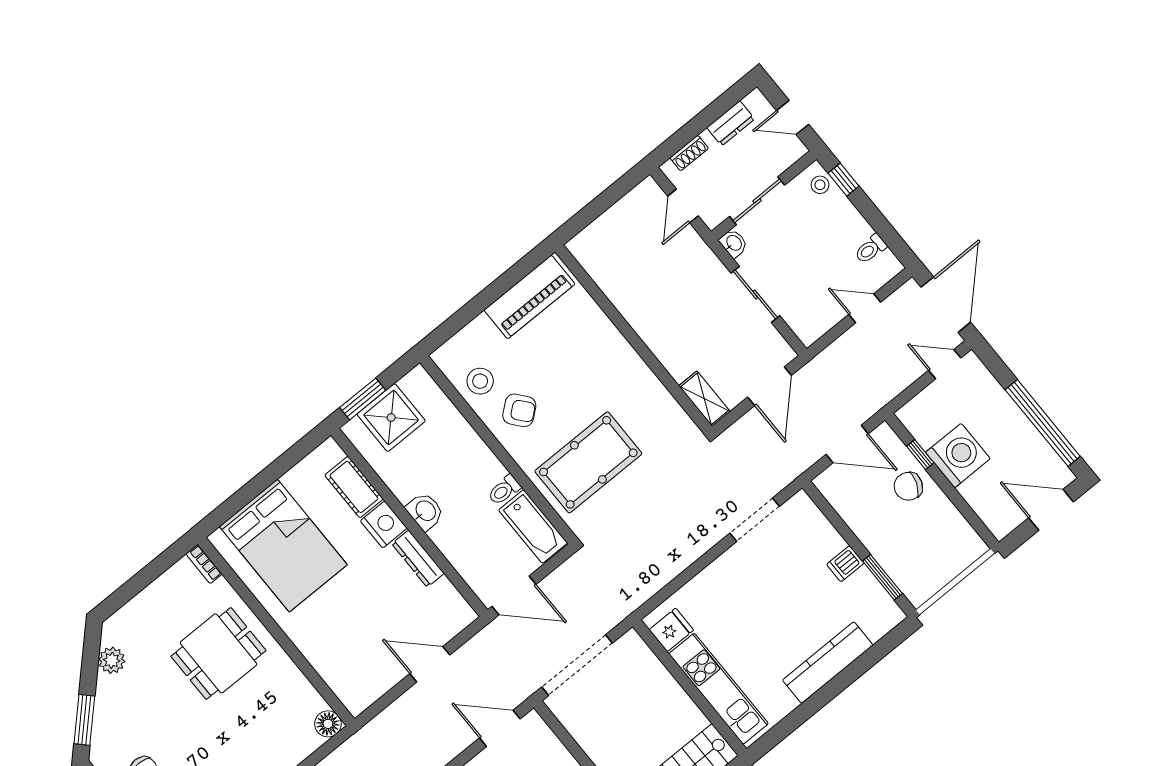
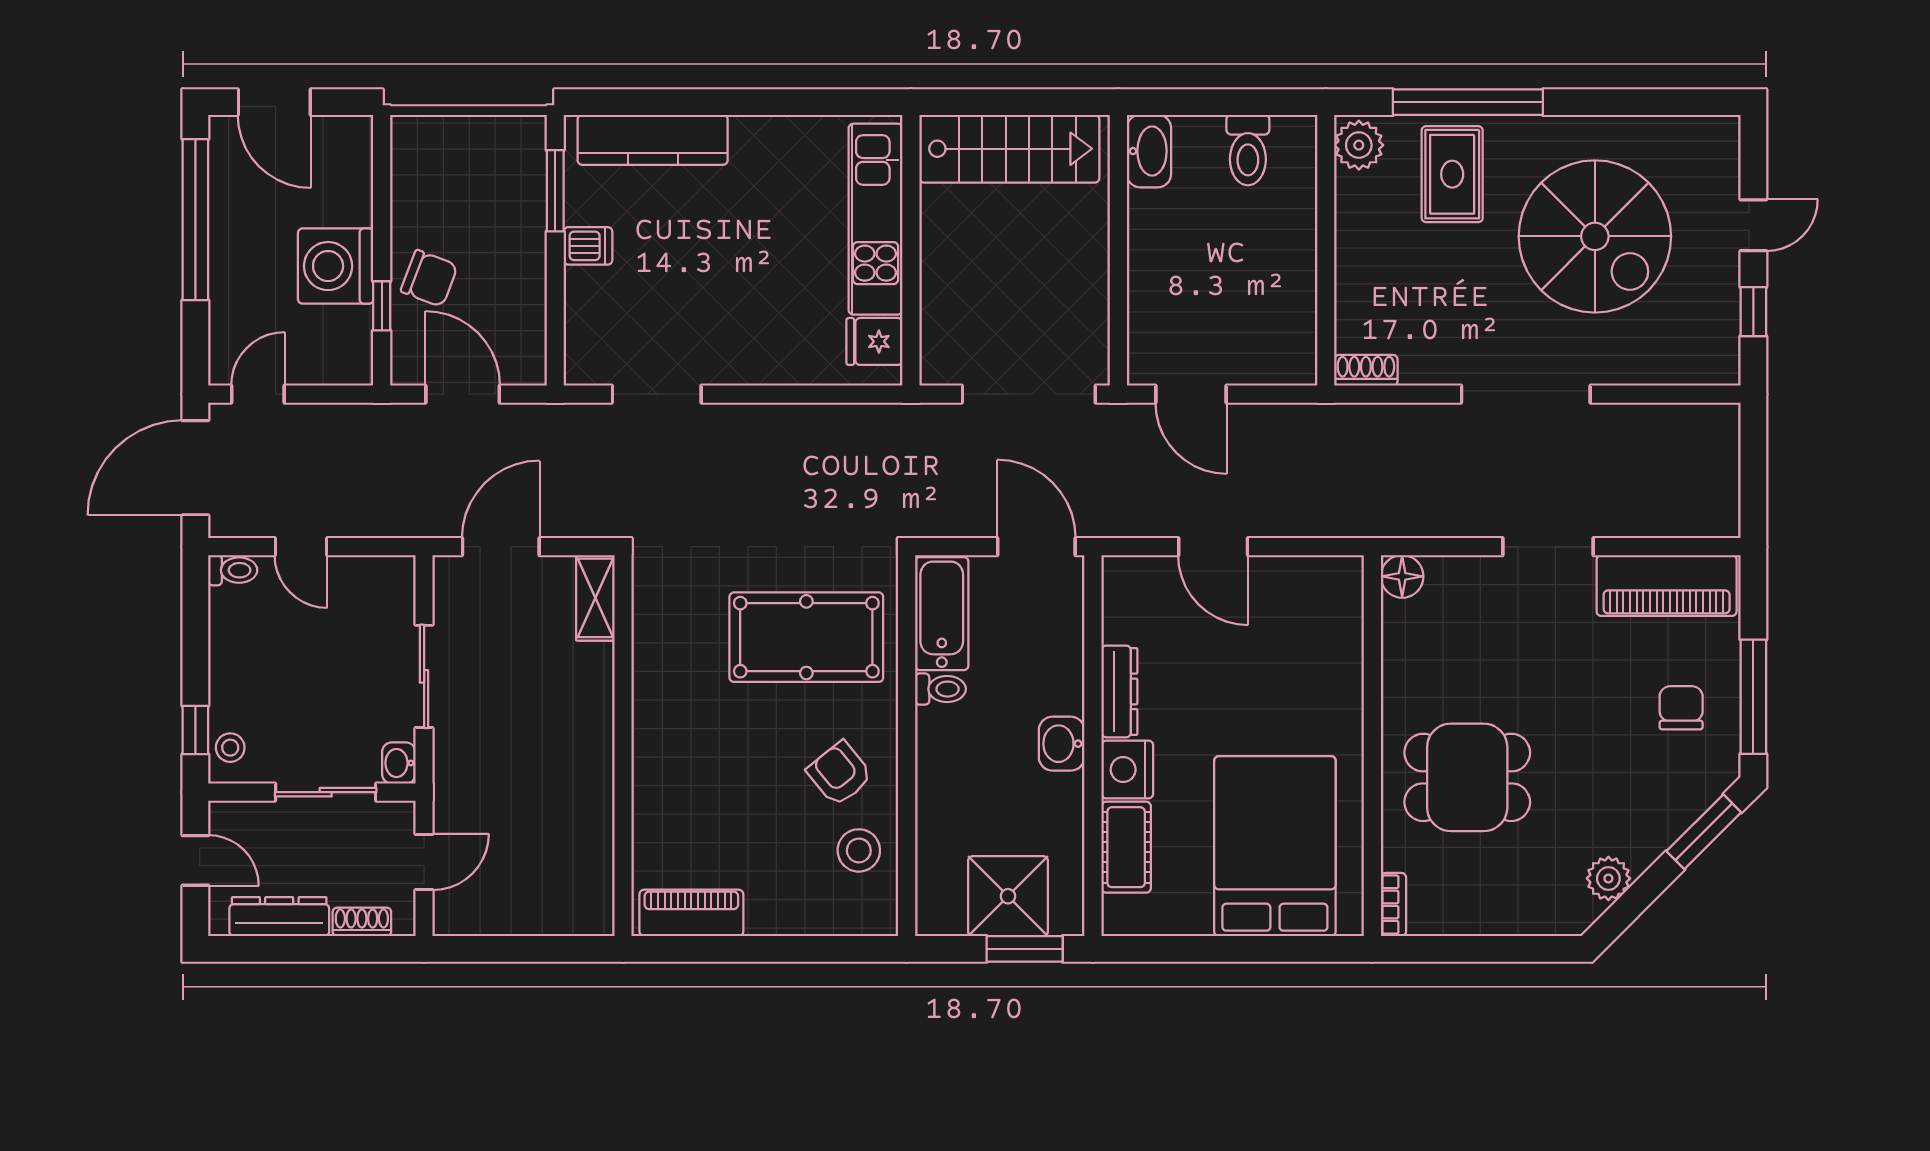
dresser: (731, 123) -> (279, 917), width x1.44
toilet: (871, 249) -> (233, 570), moved
piano: (529, 297) -> (691, 913), width x0.73, depth x0.75
door: (945, 364) -> (258, 394), swing flipped
kitchen counter: (828, 663) -> (653, 140), moved

